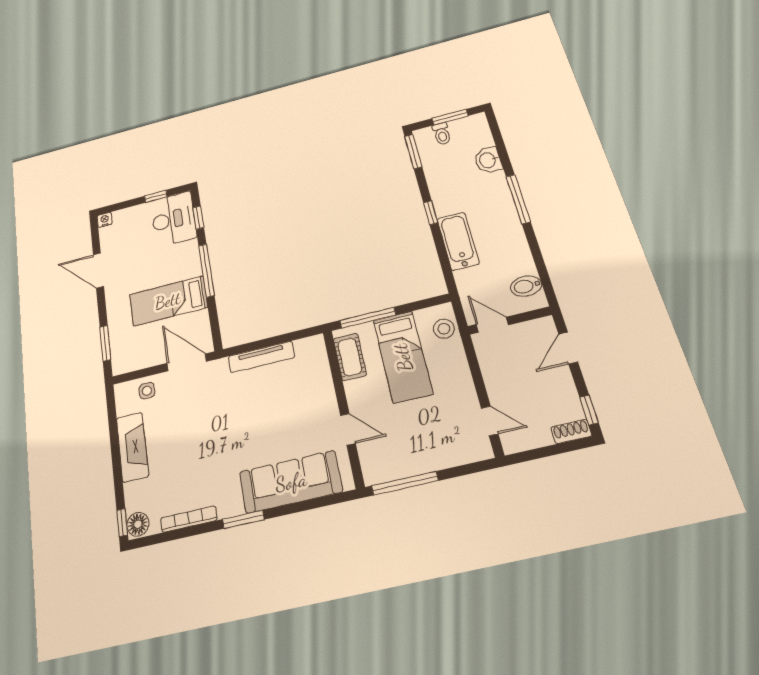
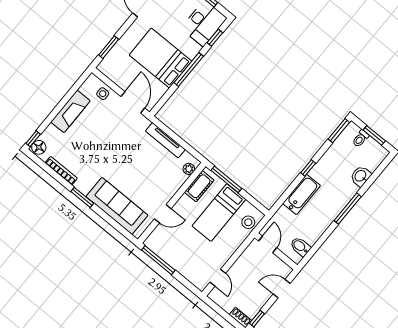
bed: (168, 301) -> (161, 58), width x1.50
plant: (318, 354) -> (189, 169), added
door: (348, 429) -> (163, 214), hinge flipped

